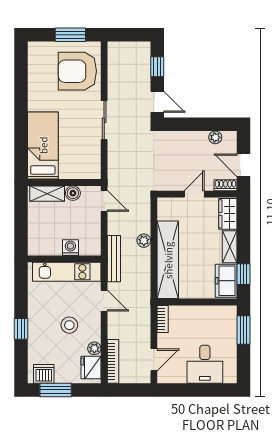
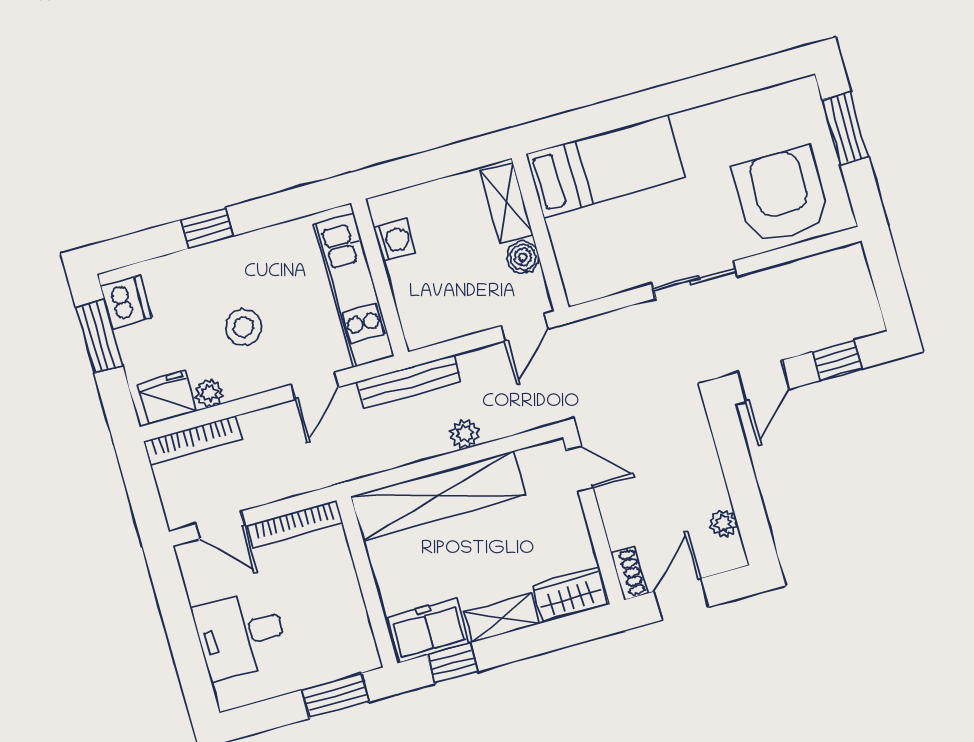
window: (70, 35) -> (845, 128), moved
door: (194, 194) -> (580, 469), moved
washing machine: (70, 248) -> (395, 240), moved
bookcase: (163, 319) -> (295, 524), width x1.56

